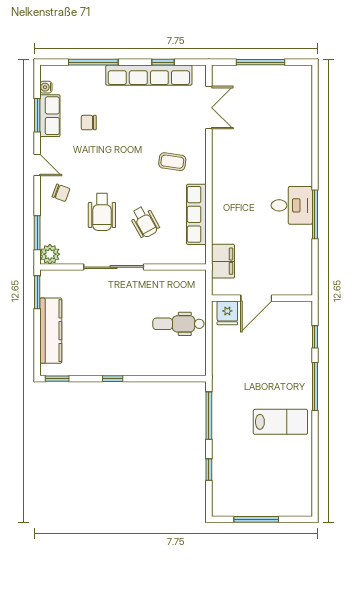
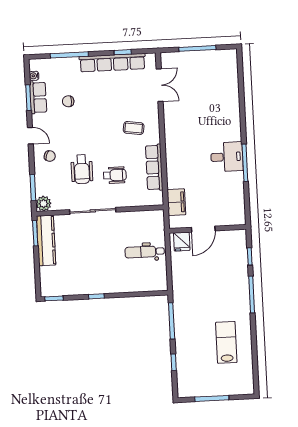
wheelchair: (145, 222) -> (115, 175), turned -61
kitchen counter: (51, 331) -> (46, 240), moved
lab bench: (280, 422) -> (226, 342), moved, turned -90

